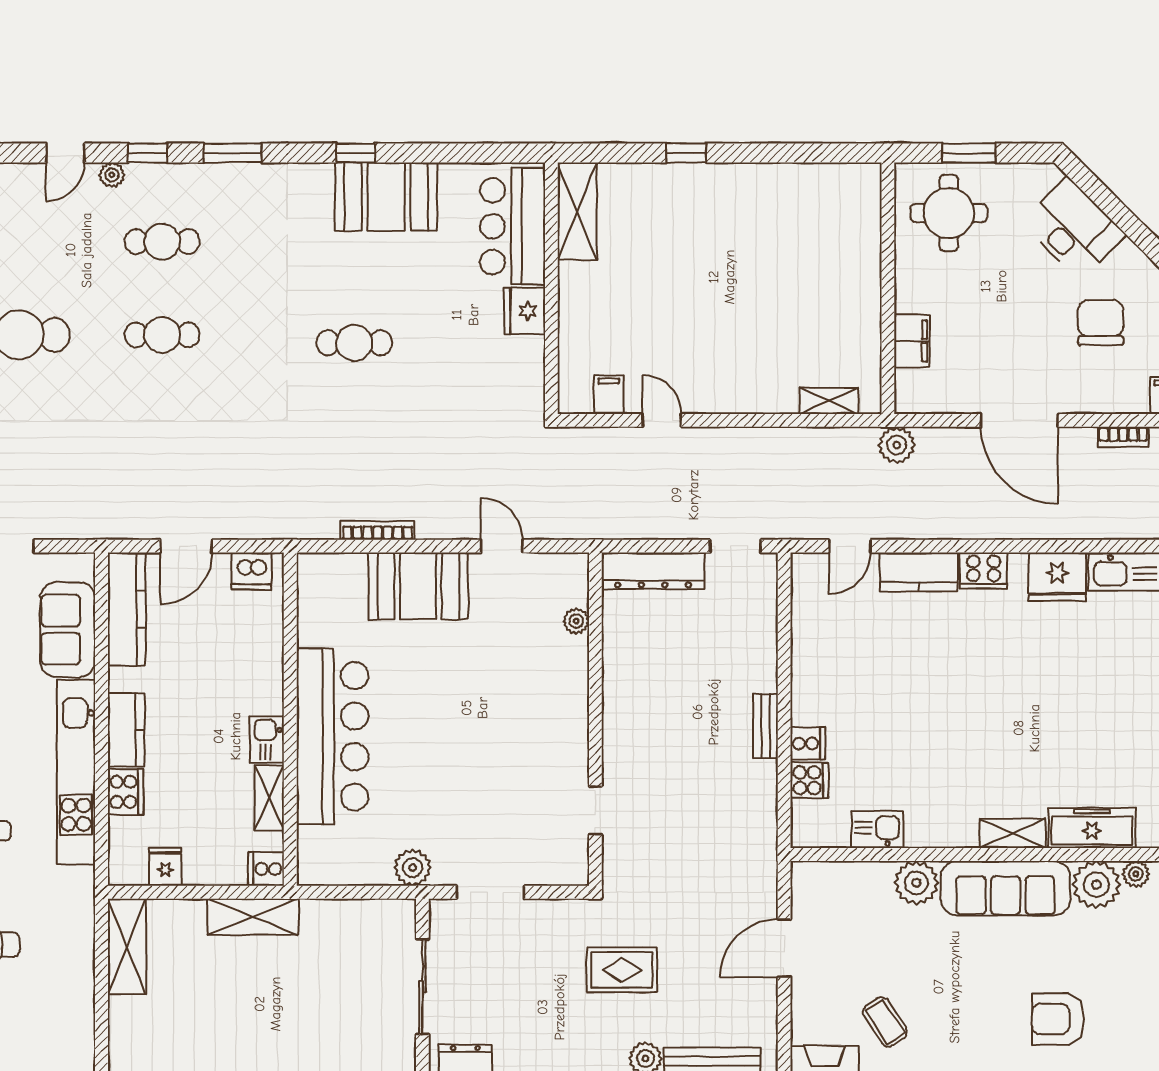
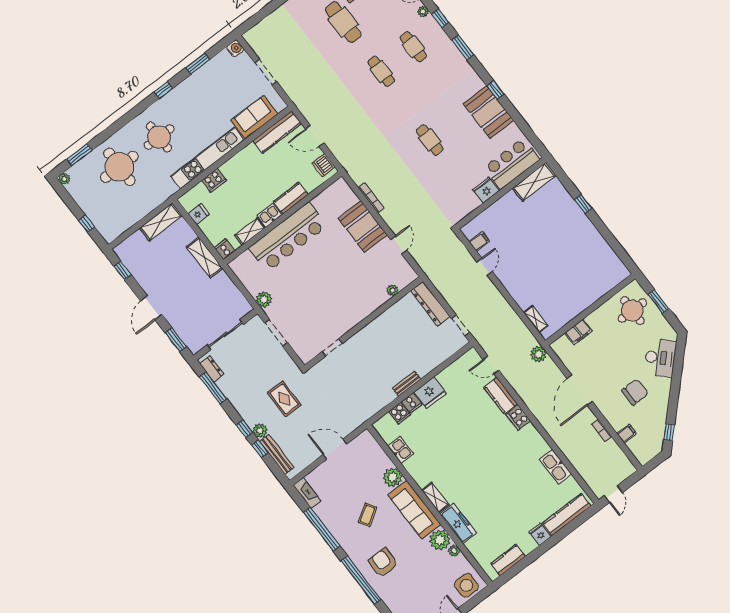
fridge: (1057, 577) -> (430, 393), moved, turned -90
kitchen counter: (126, 730) -> (291, 198), moved, turned 180
coffee table: (885, 1022) -> (367, 515), moved

